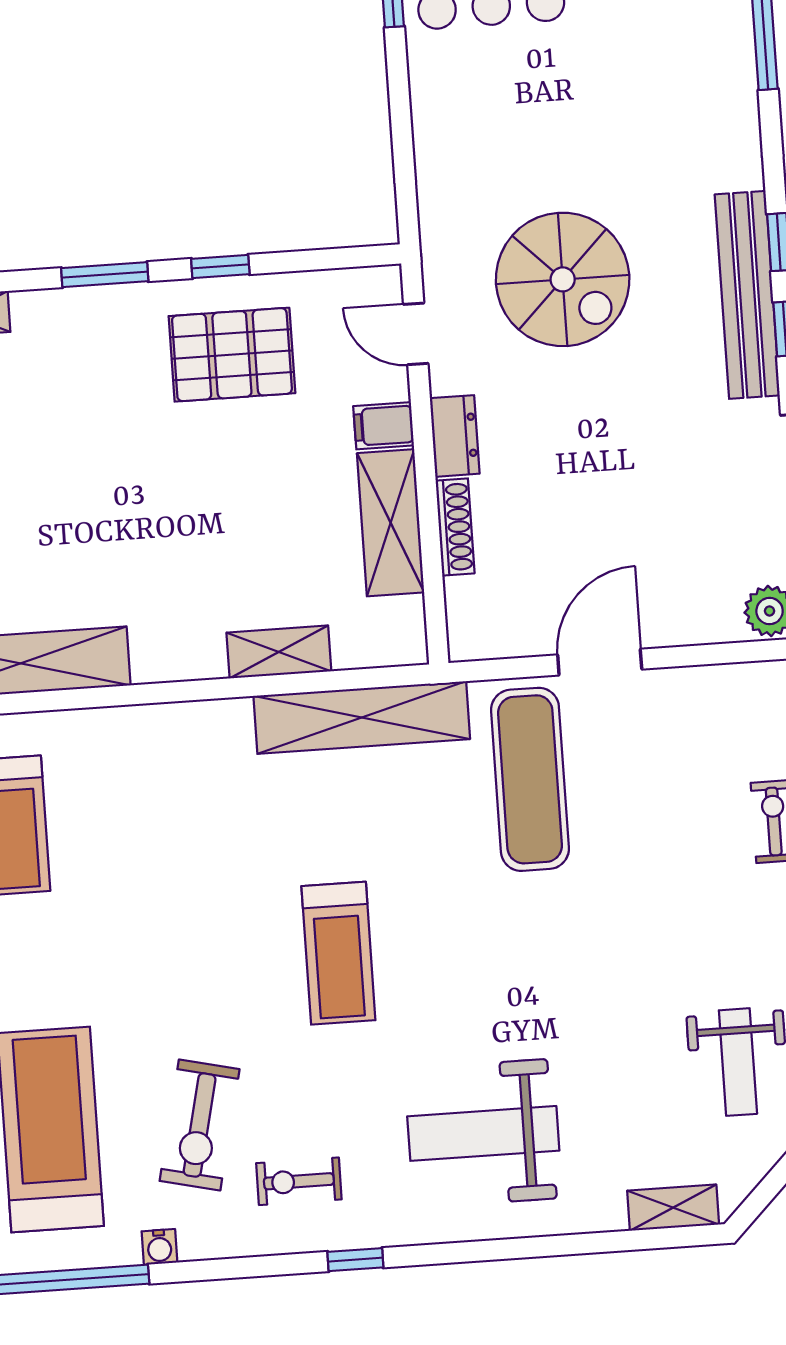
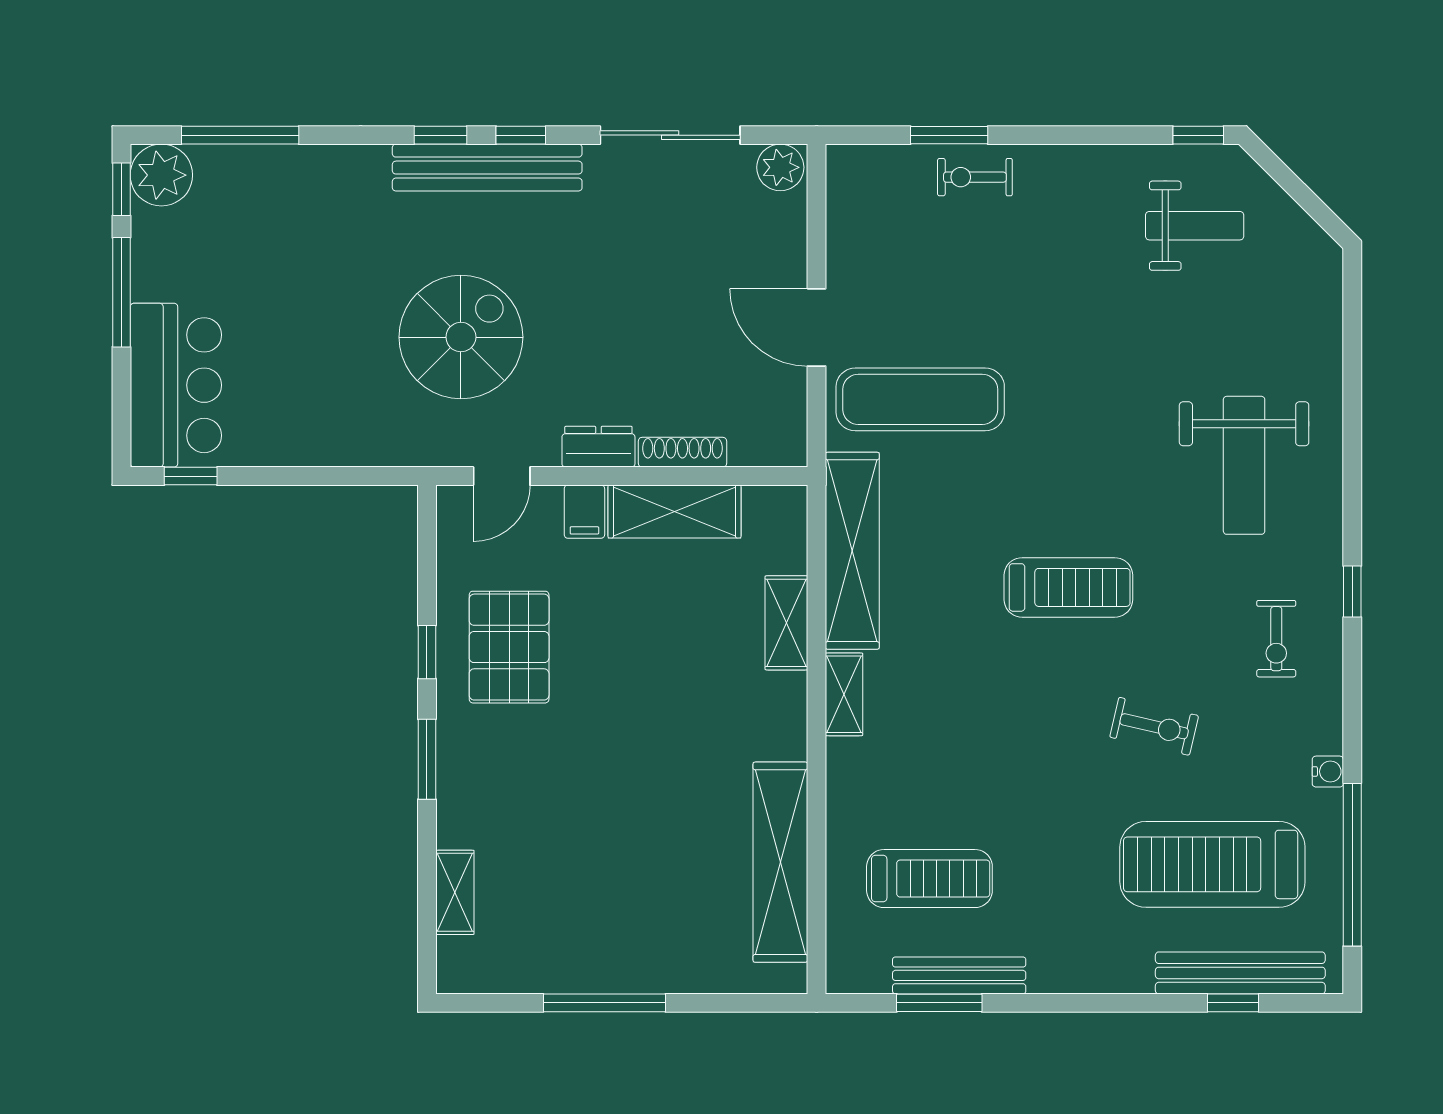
exercise bike: (200, 1125) -> (1154, 726), moved, width x0.73, depth x0.72
shelving: (673, 1208) -> (844, 694), moved

